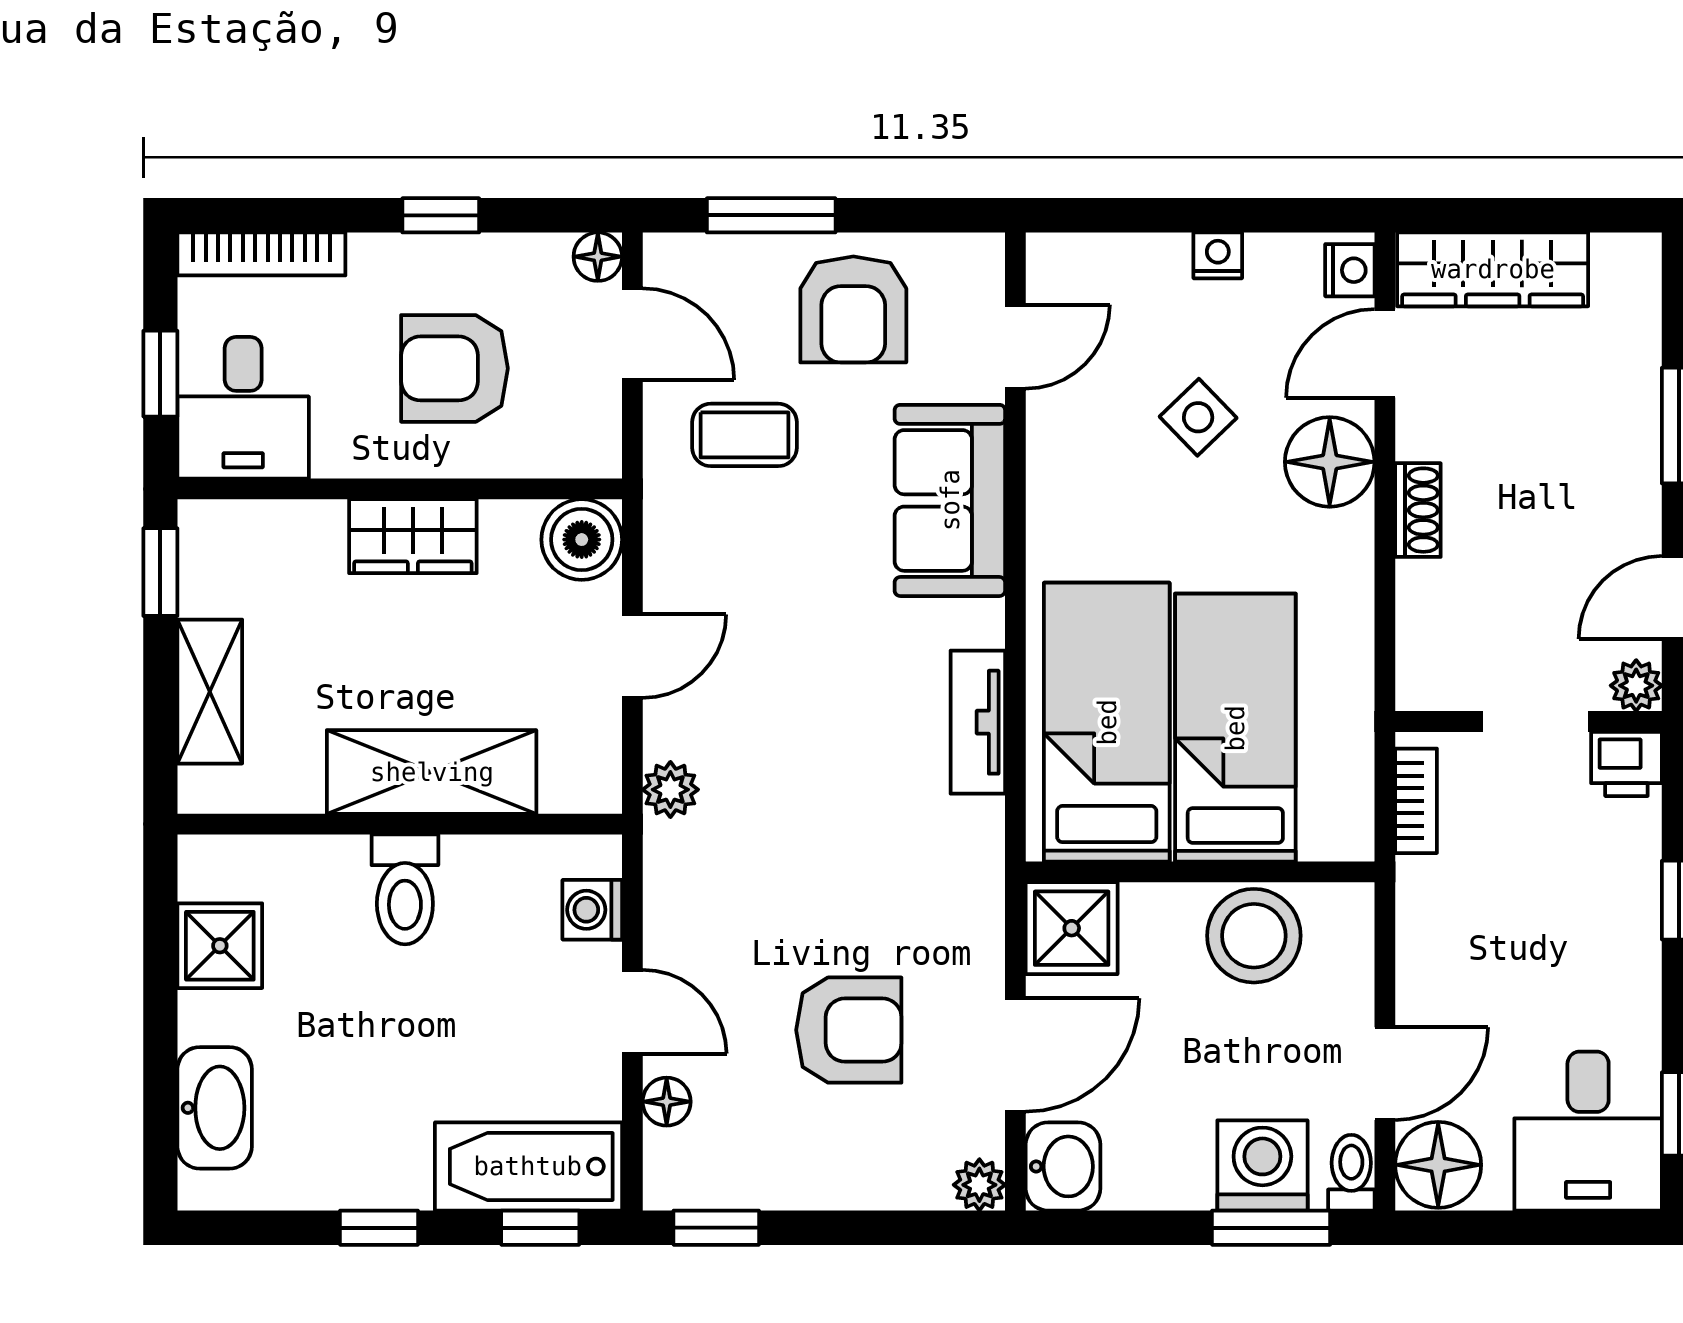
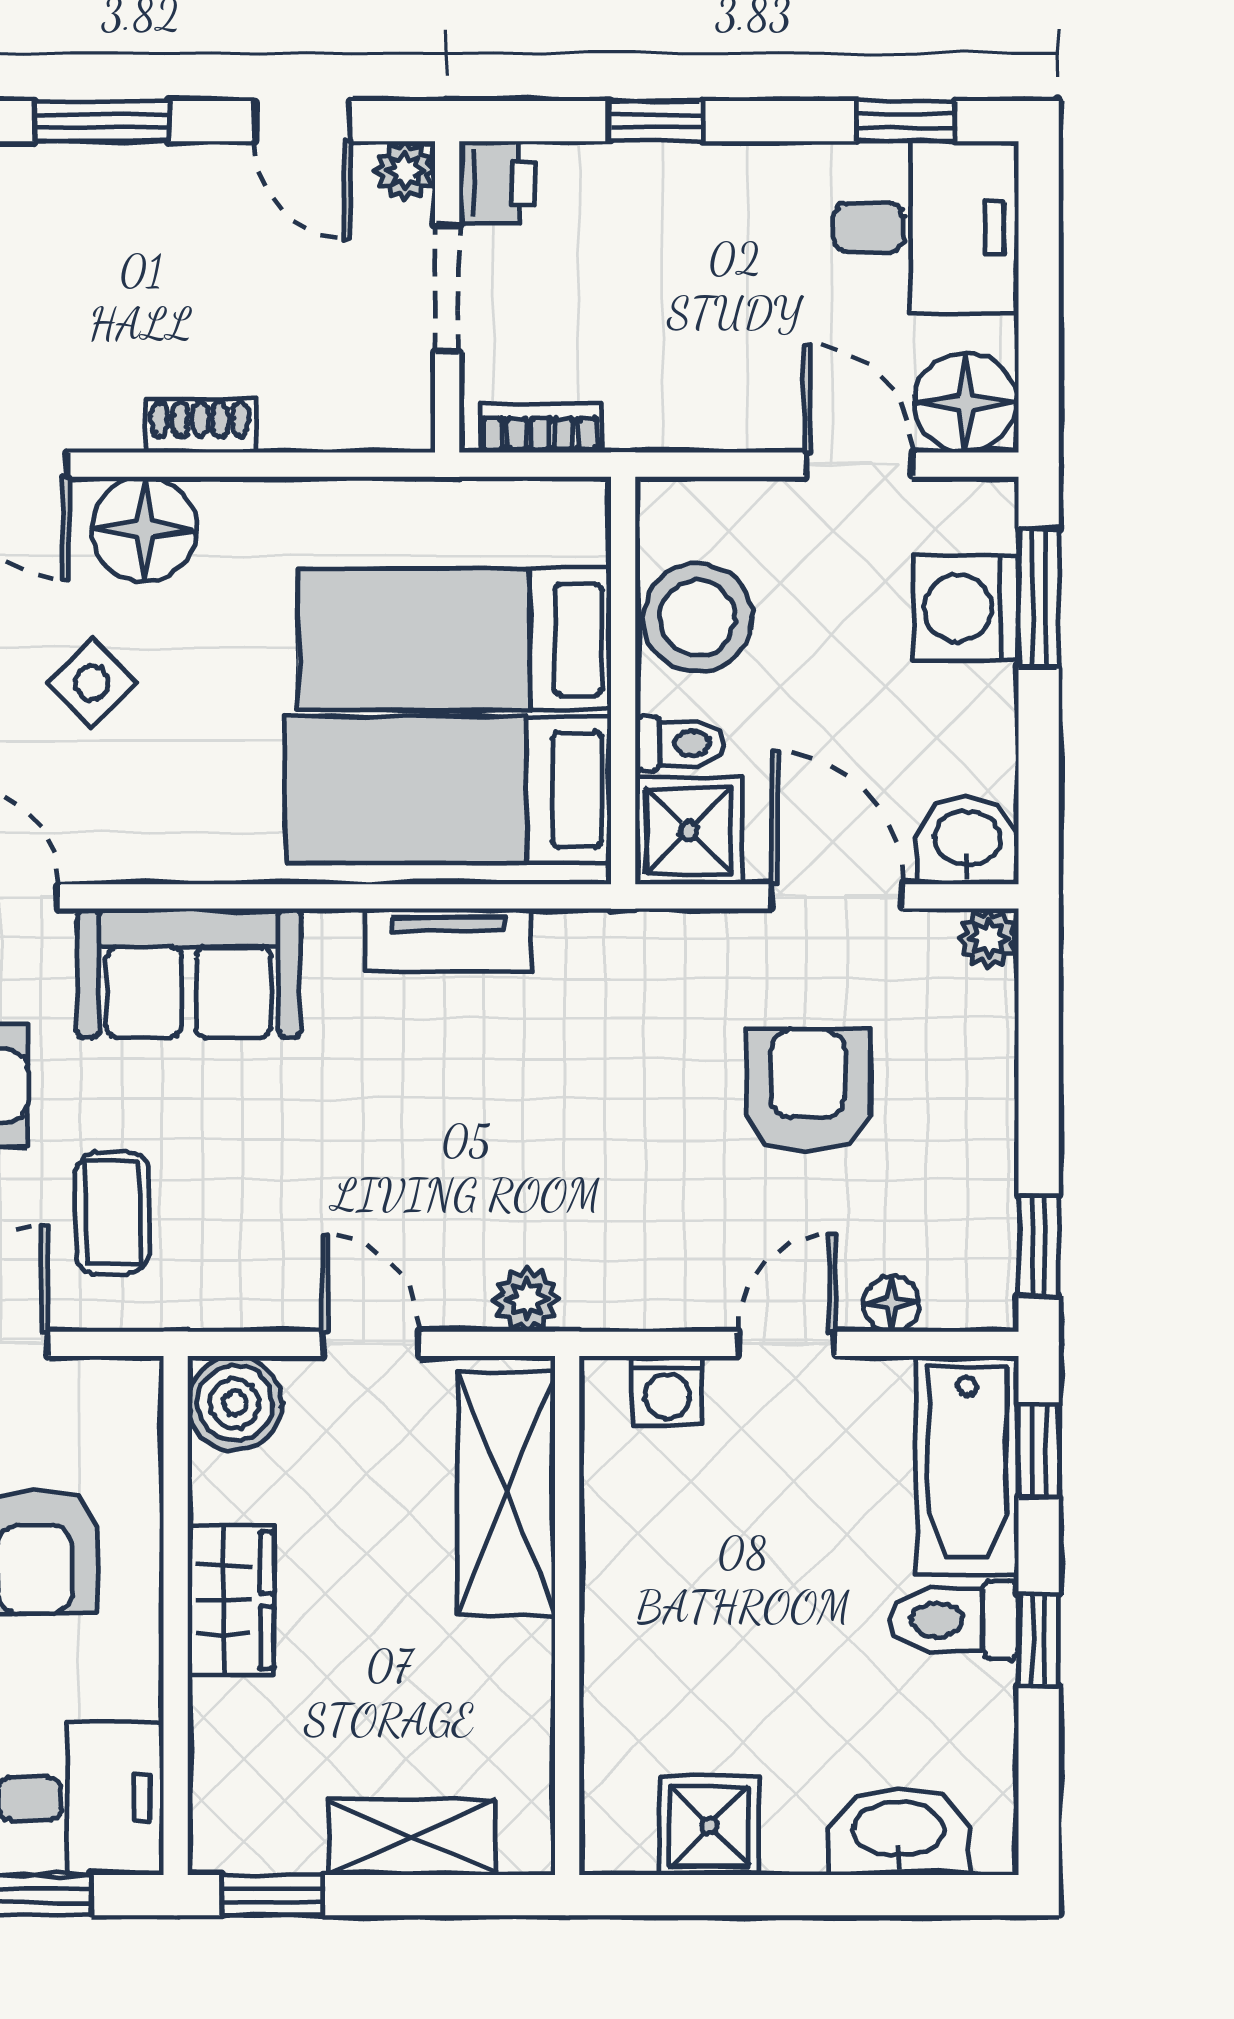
shelving: (432, 772) -> (506, 1493), moved
toilet: (405, 889) -> (954, 1620), moved, turned 180
toilet: (1351, 1173) -> (679, 743), moved, turned 180

